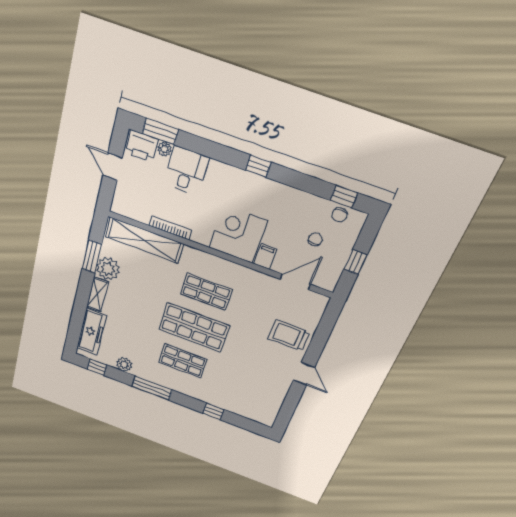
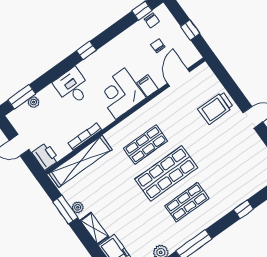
printer: (142, 146) -> (46, 156), moved, turned -90
desk: (186, 171) -> (72, 87), moved
plant: (108, 269) -> (78, 207), width x0.53, depth x0.53

